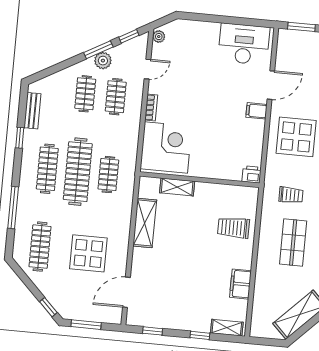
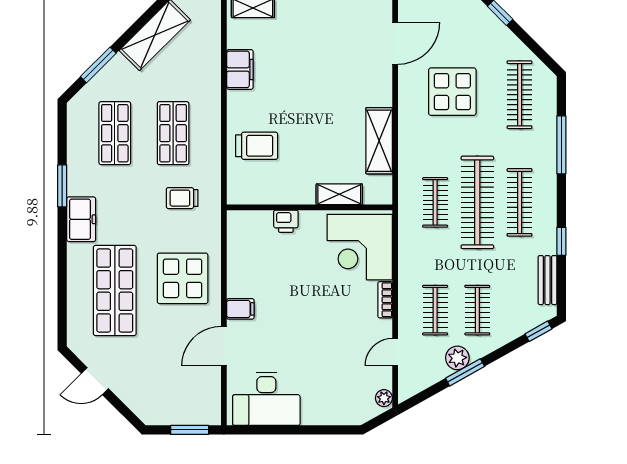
window: (129, 36) -> (538, 331), moved
printer: (252, 174) -> (286, 221), moved

